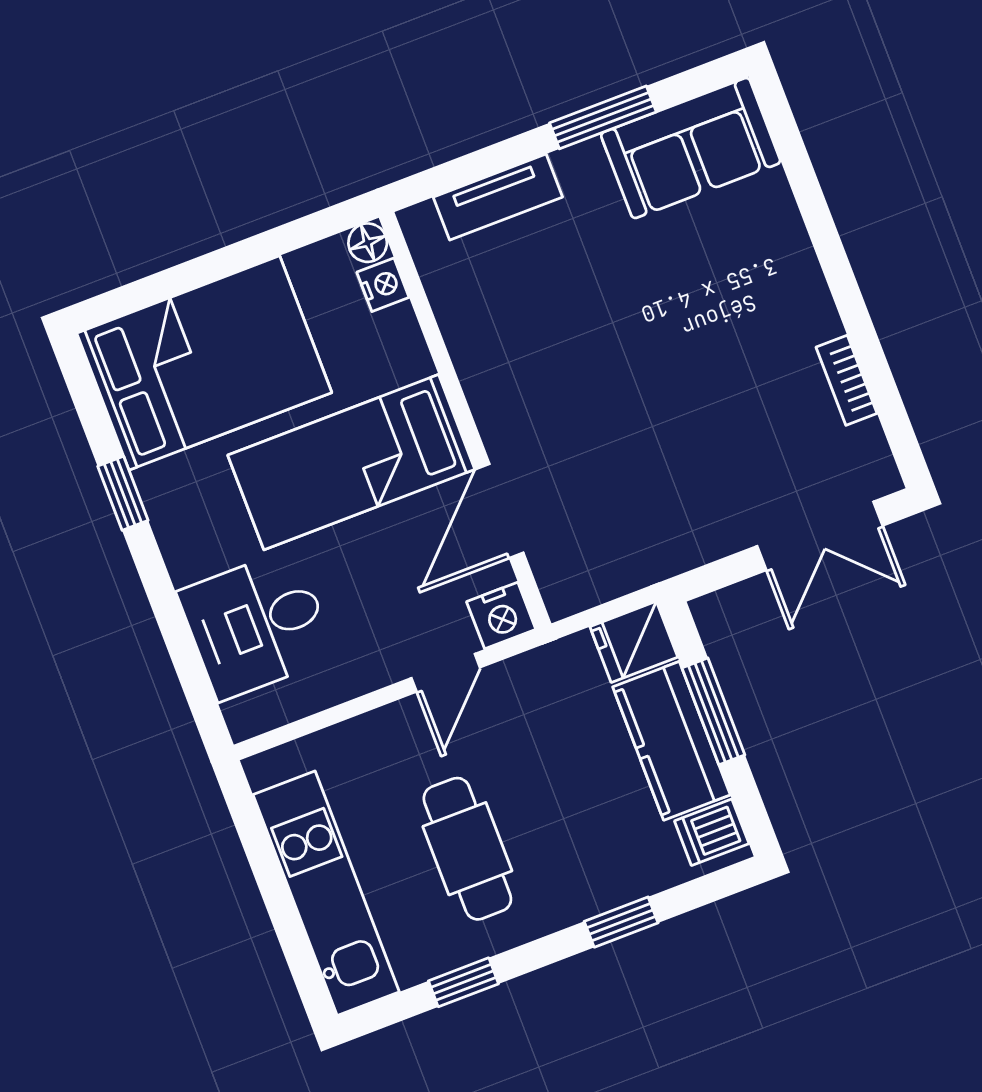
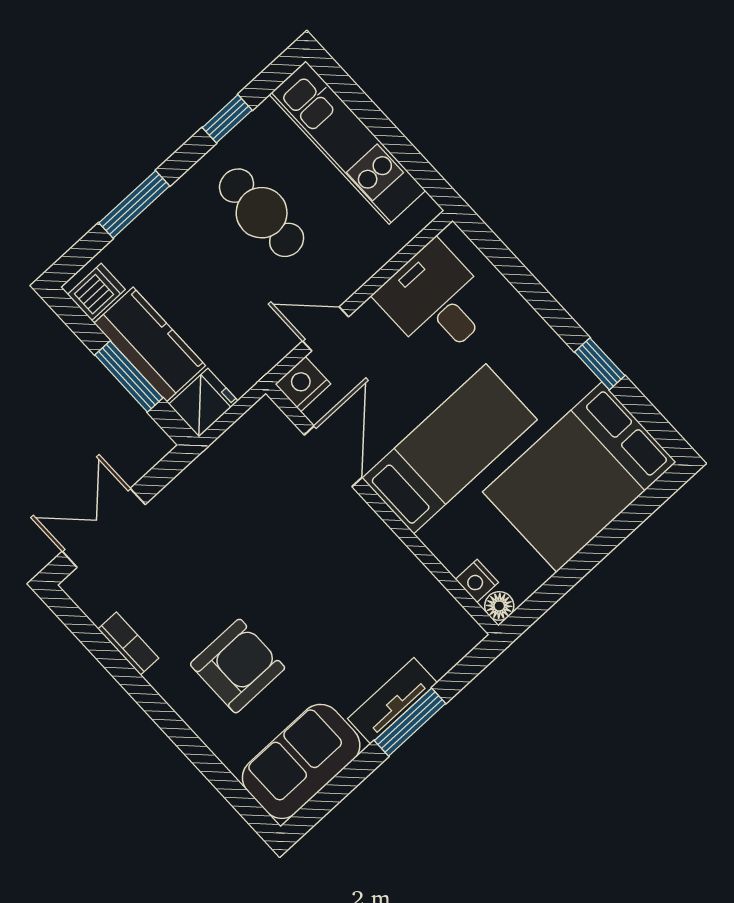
window: (603, 117) -> (410, 722), moved
tv unit: (498, 197) -> (392, 701), moved
armchair: (722, 298) -> (238, 666), added
desk: (257, 624) -> (436, 301), moved, turned -90
door: (446, 673) -> (326, 329), hinge flipped
window: (621, 922) -> (134, 204), width x1.50

